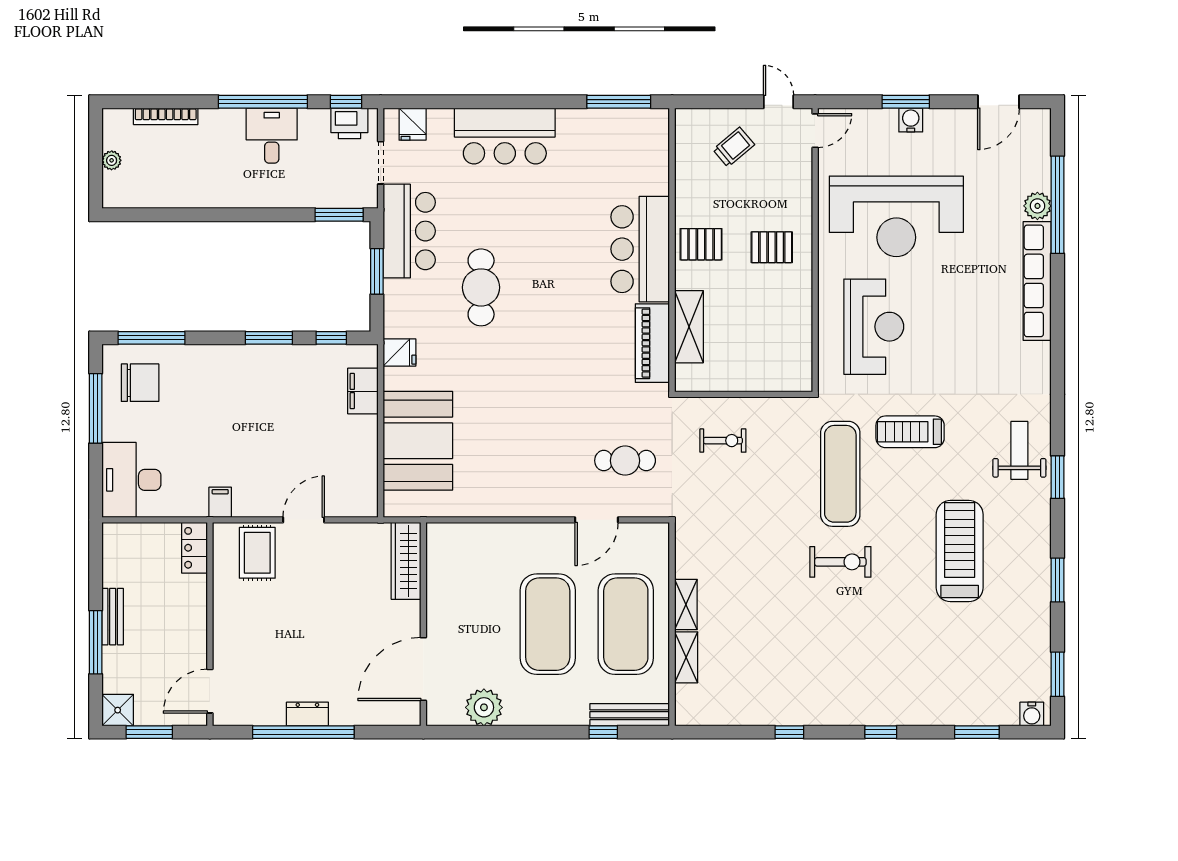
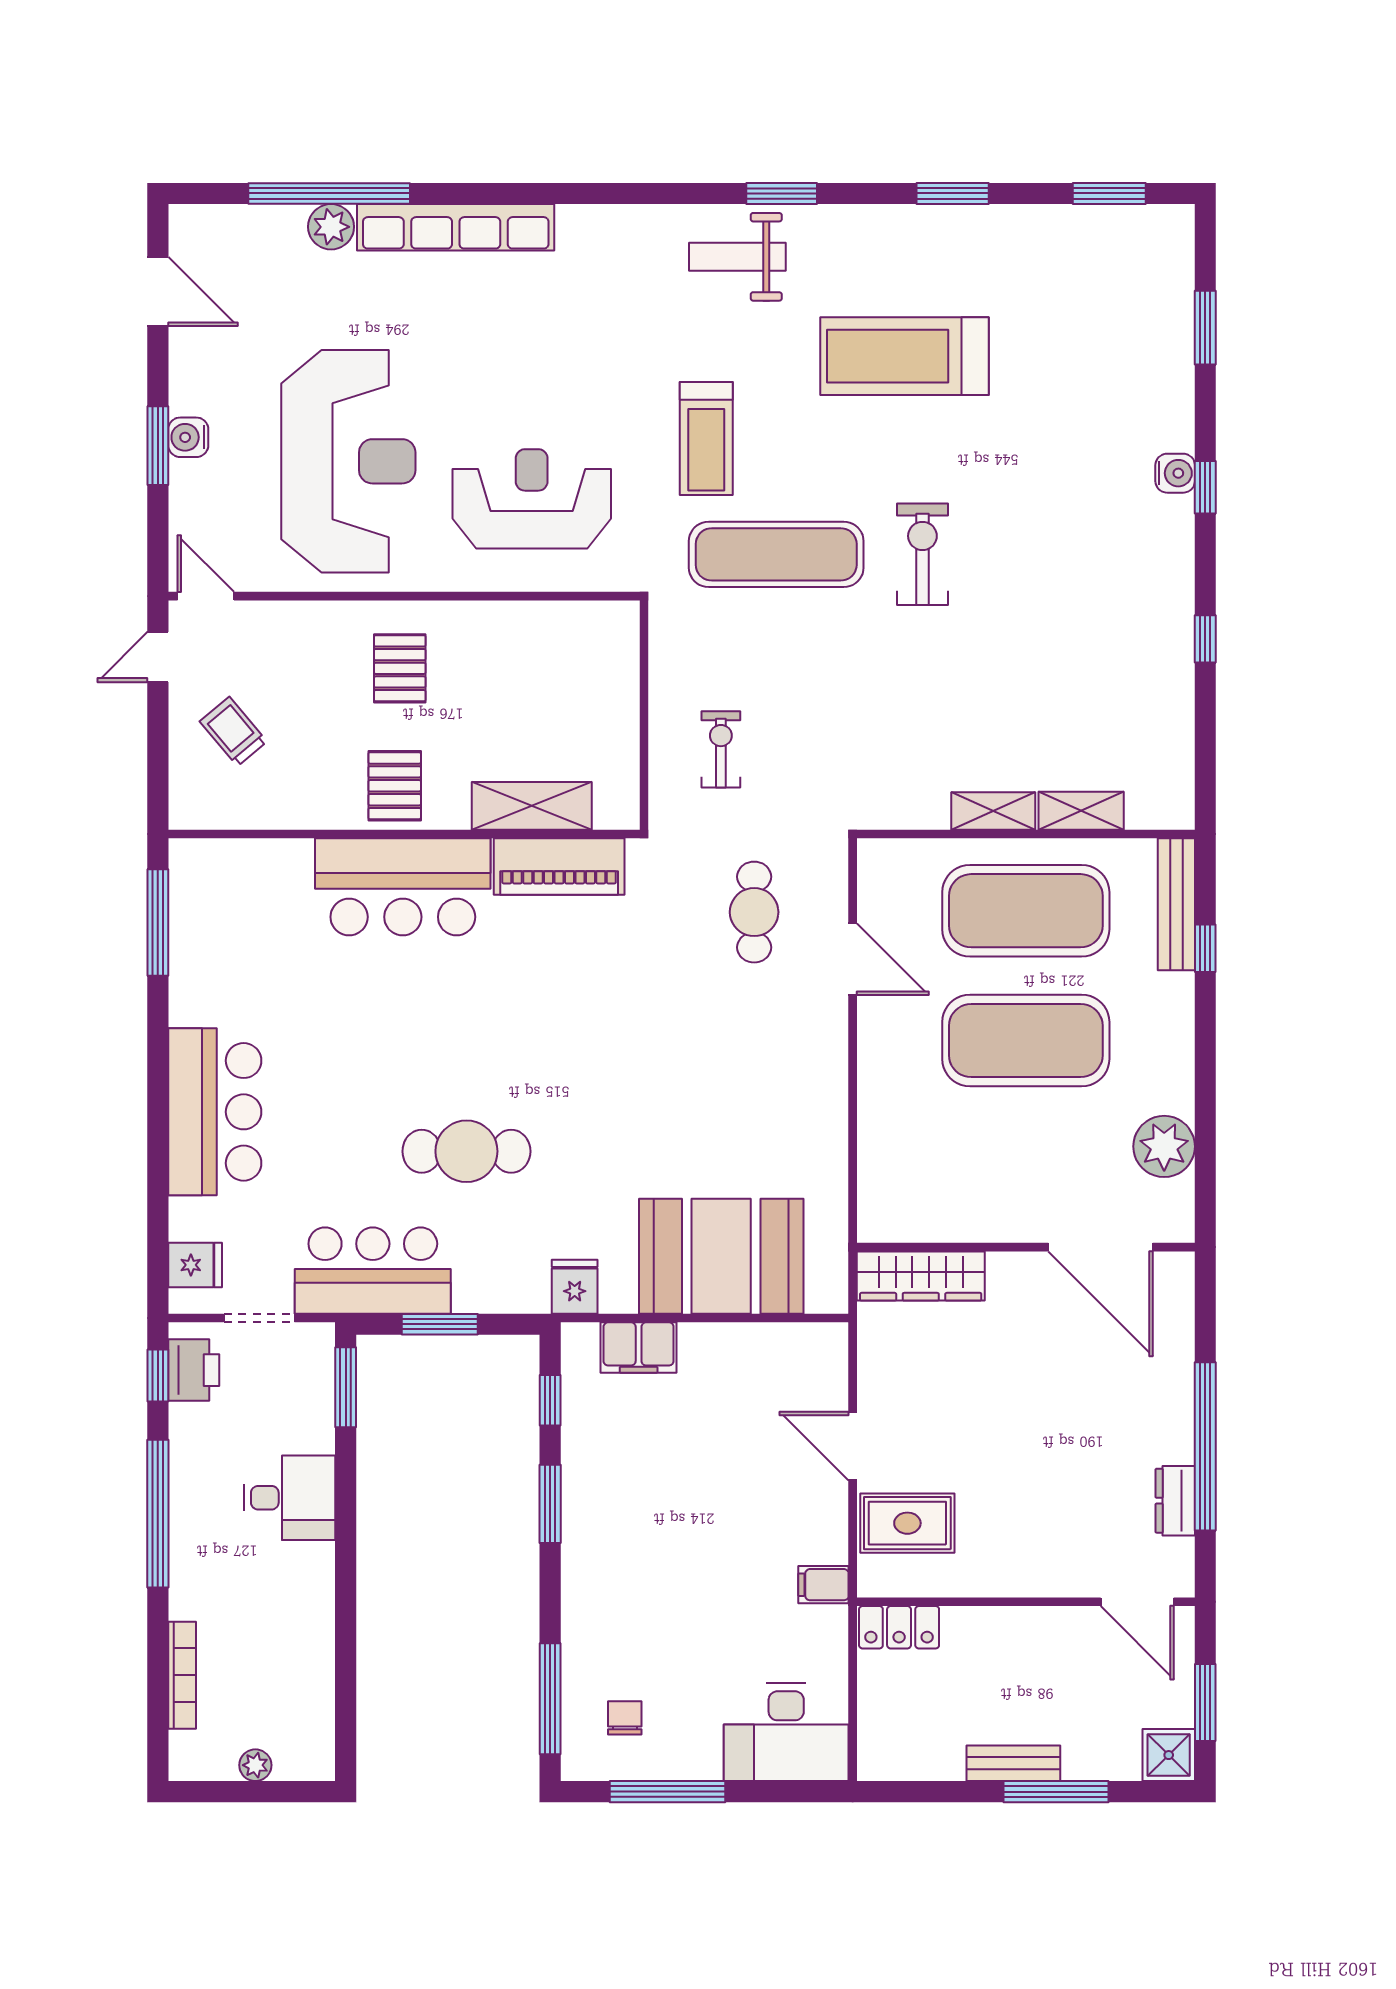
desk: (272, 136) -> (290, 1498), moved, turned 180
chair: (140, 383) -> (625, 1718), width x0.54, depth x0.54
dresser: (307, 714) -> (1175, 1501), moved
water cooler: (1032, 714) -> (1175, 473), moved

